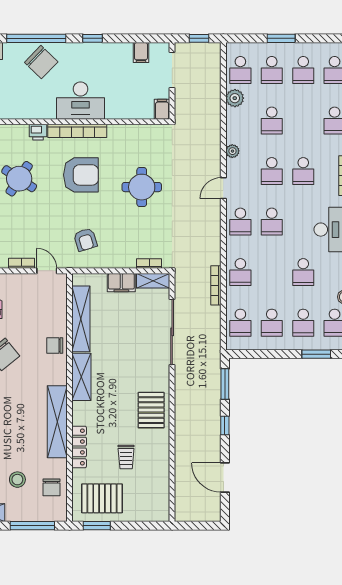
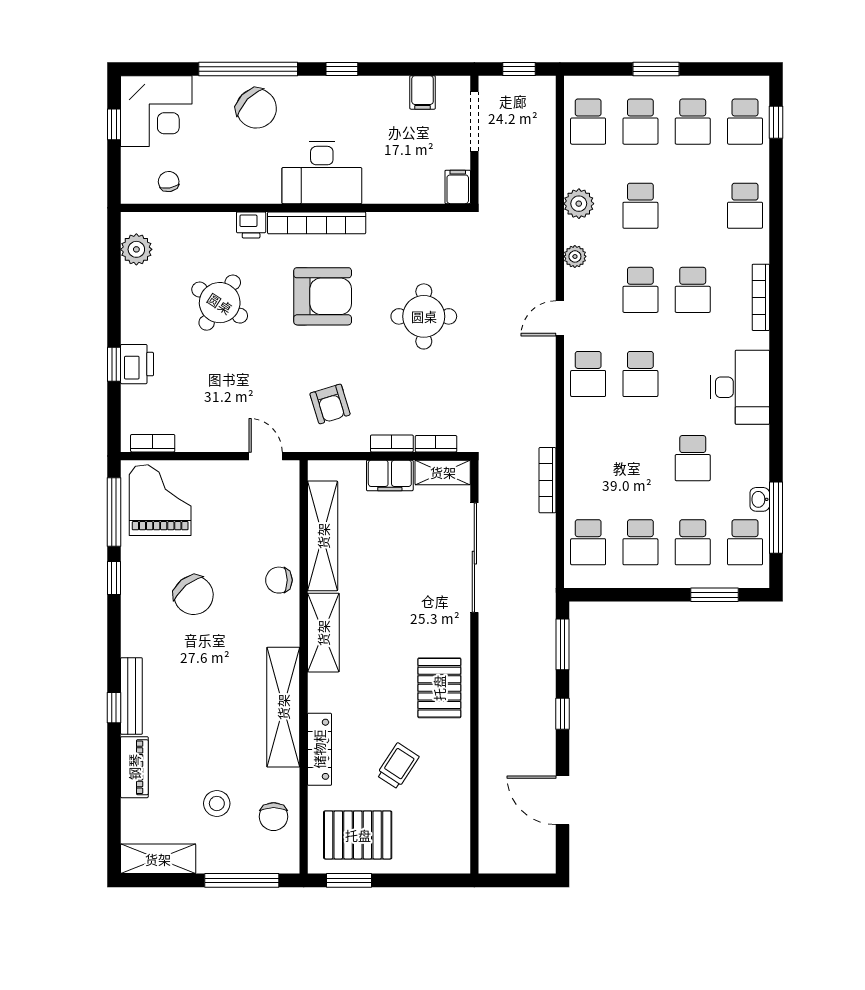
plant: (235, 98) -> (579, 204), moved
bookcase: (21, 263) -> (392, 443), moved
school desk: (240, 272) -> (588, 458), removed
trolley: (126, 457) -> (398, 766), turned -147

